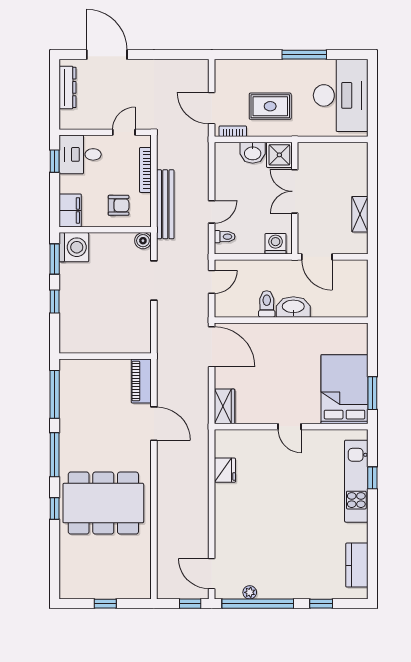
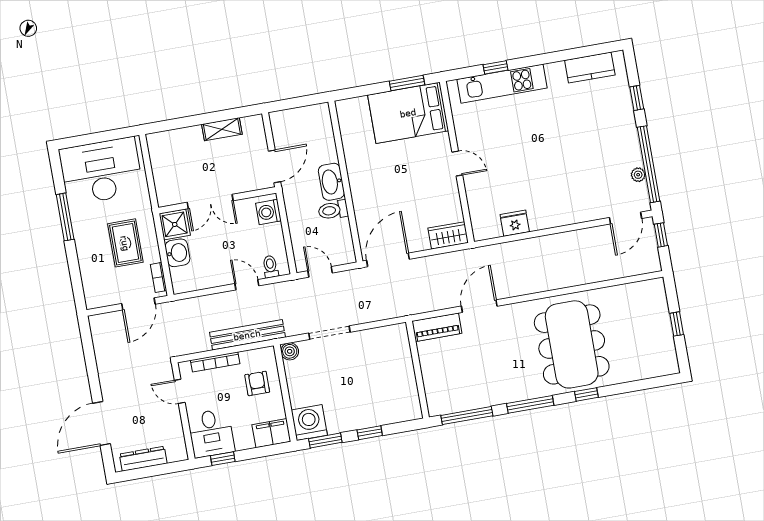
door: (290, 427) -> (457, 164), hinge flipped

